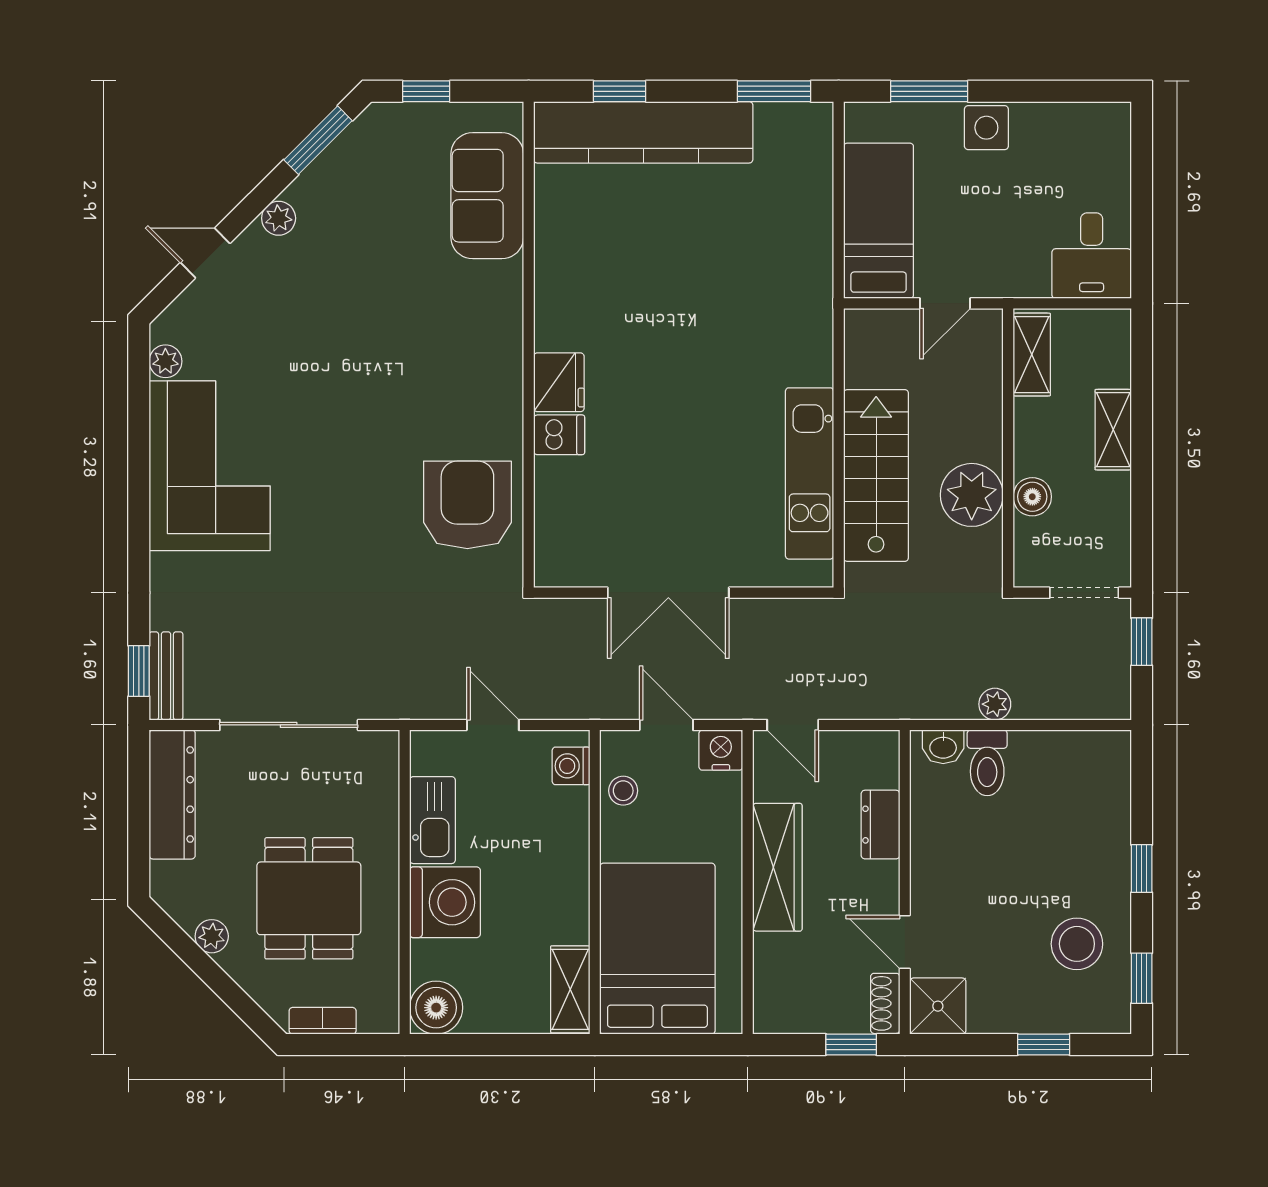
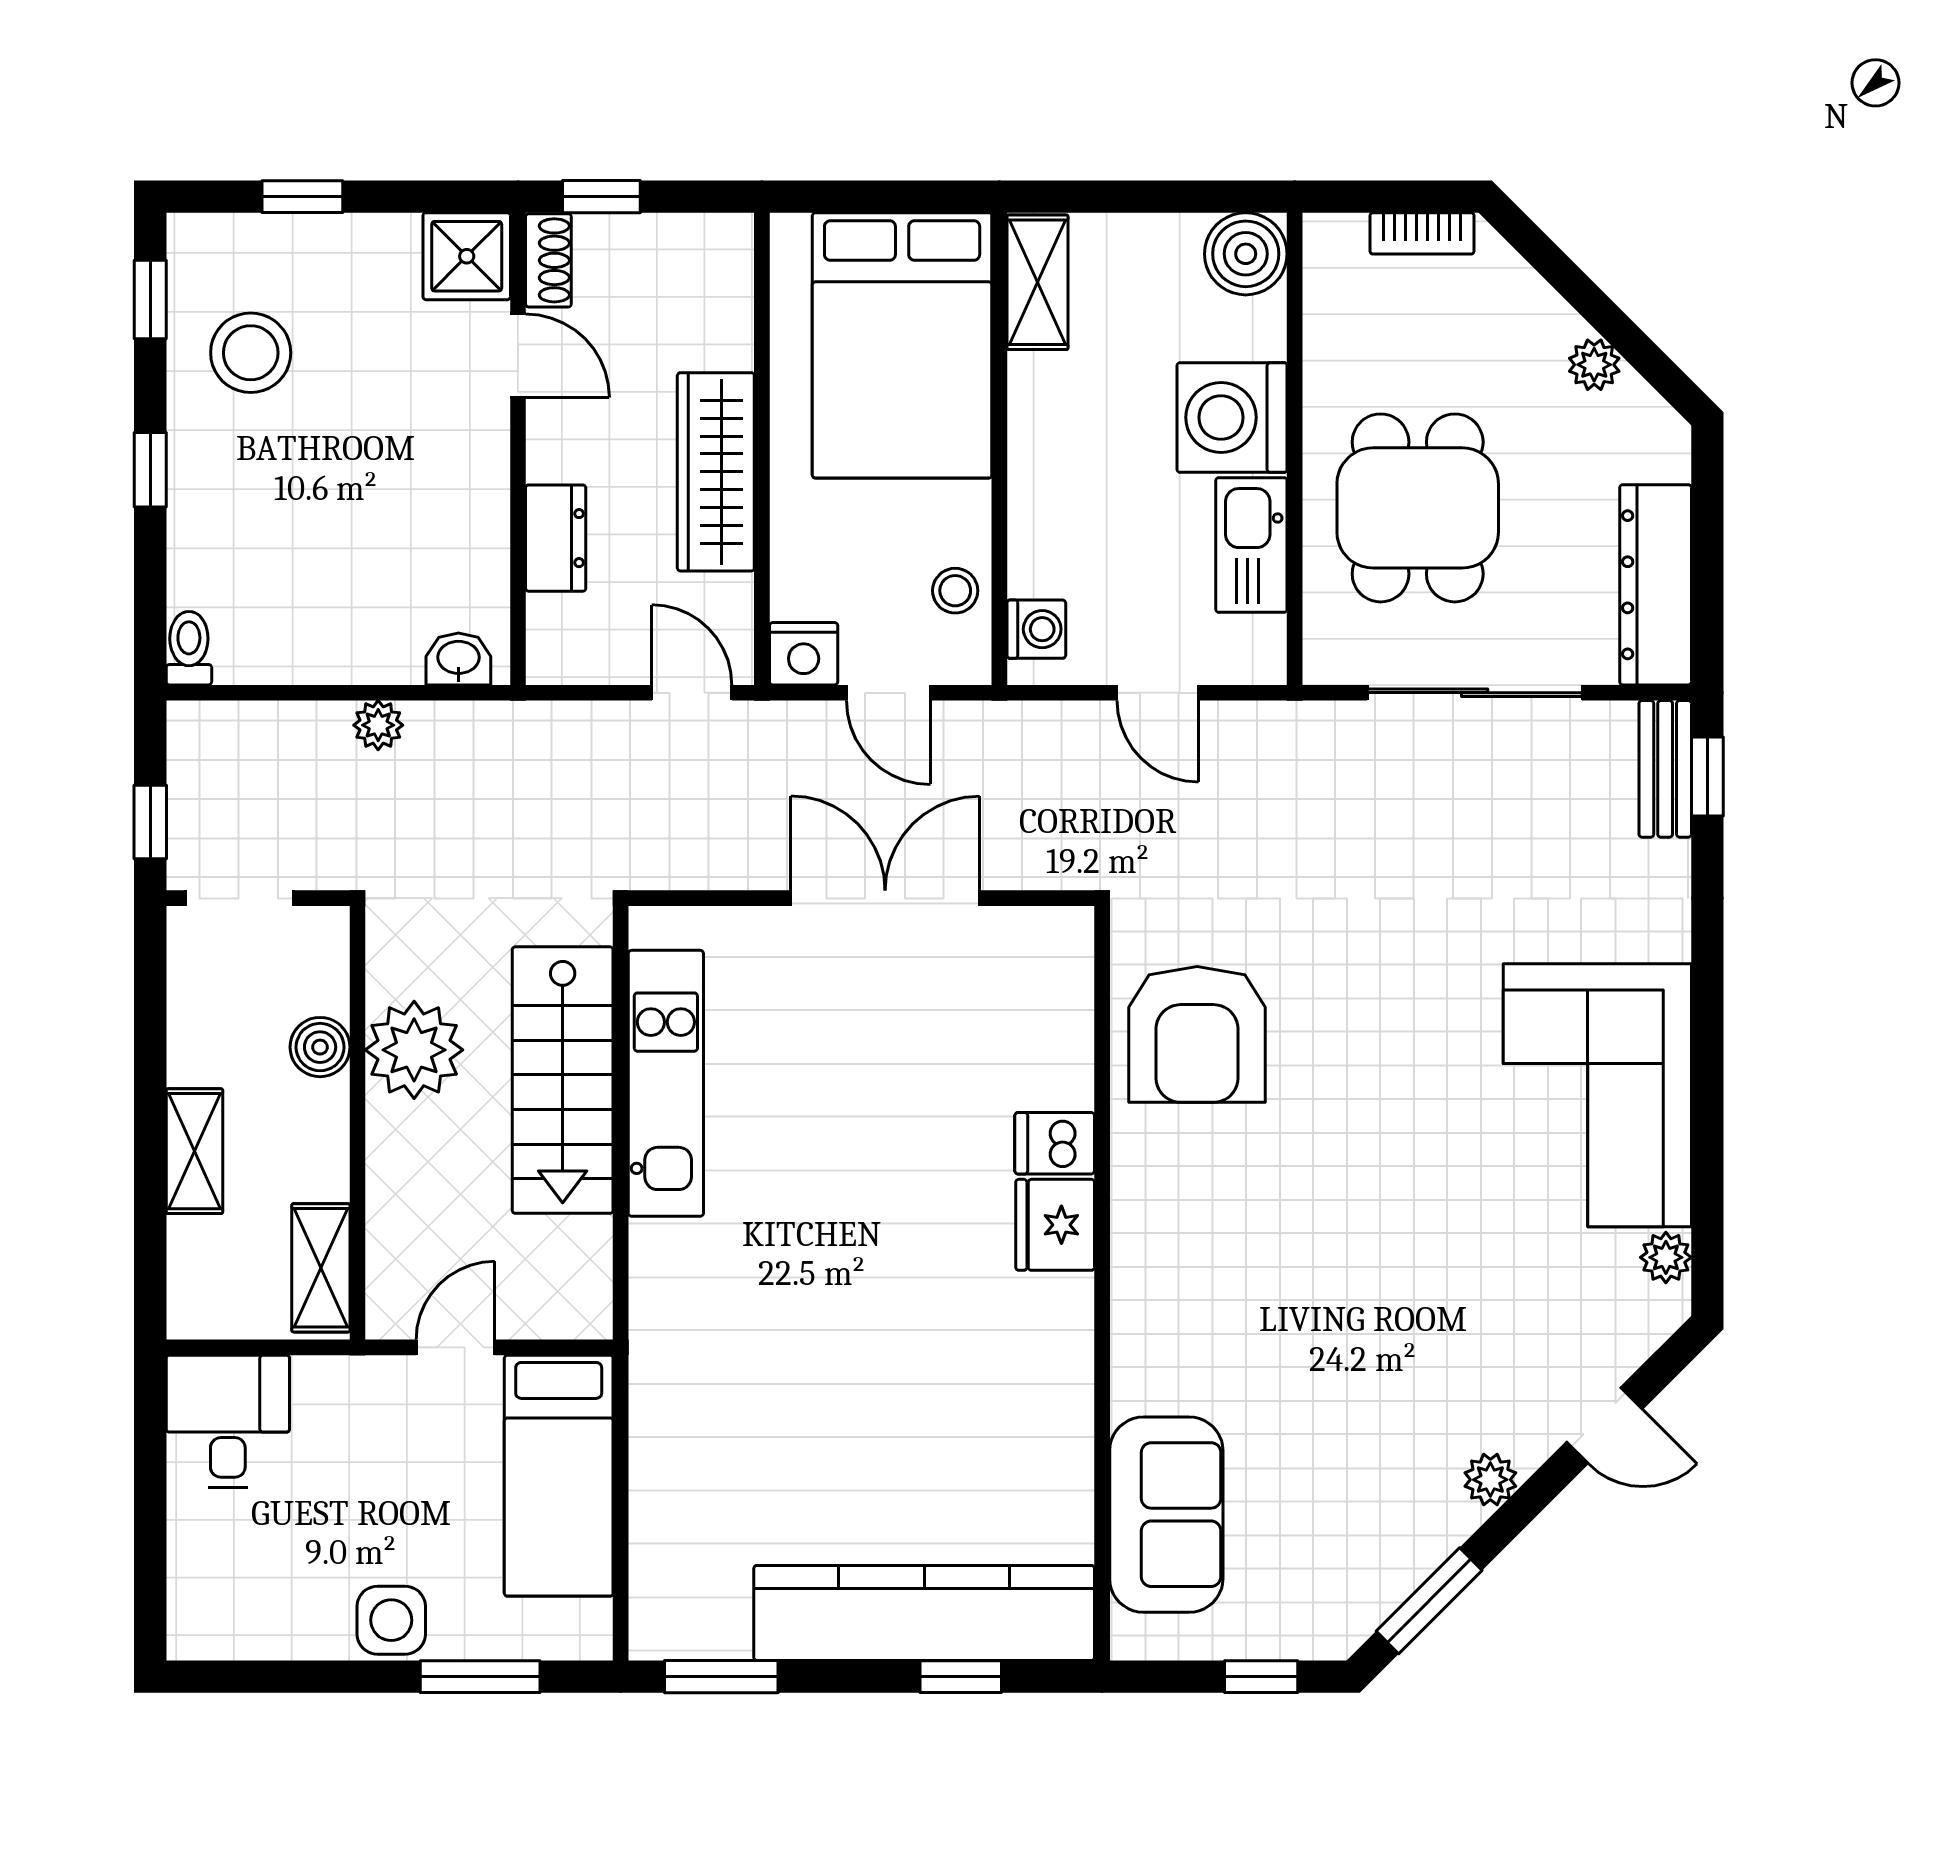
toilet: (987, 763) -> (189, 648), moved, width x0.73, depth x0.72
dining table: (309, 898) -> (1418, 508), moved

